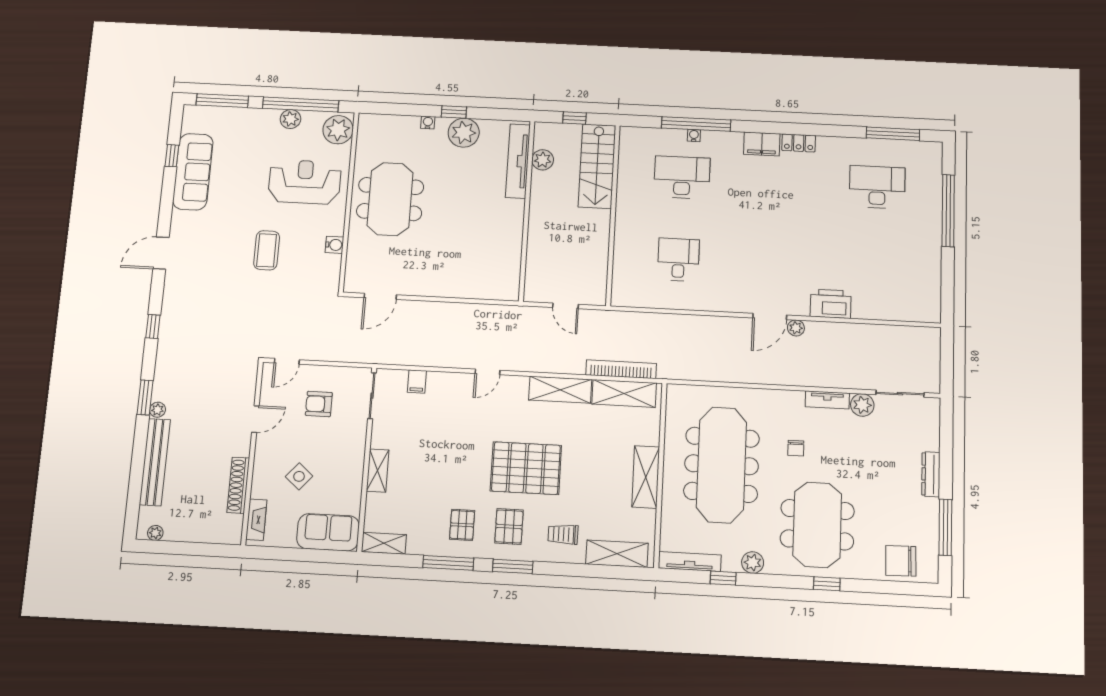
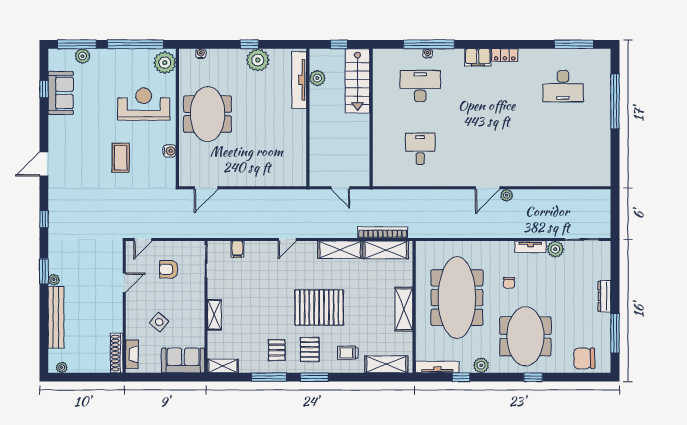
plant: (290, 119) -> (83, 56), moved
water cooler: (428, 123) -> (201, 54), moved
sofa: (193, 172) -> (61, 93), width x0.73
desk: (877, 187) -> (563, 86), turned 180
printer: (831, 304) -> (531, 176), removed
shoe rack: (238, 485) -> (117, 353), moved

